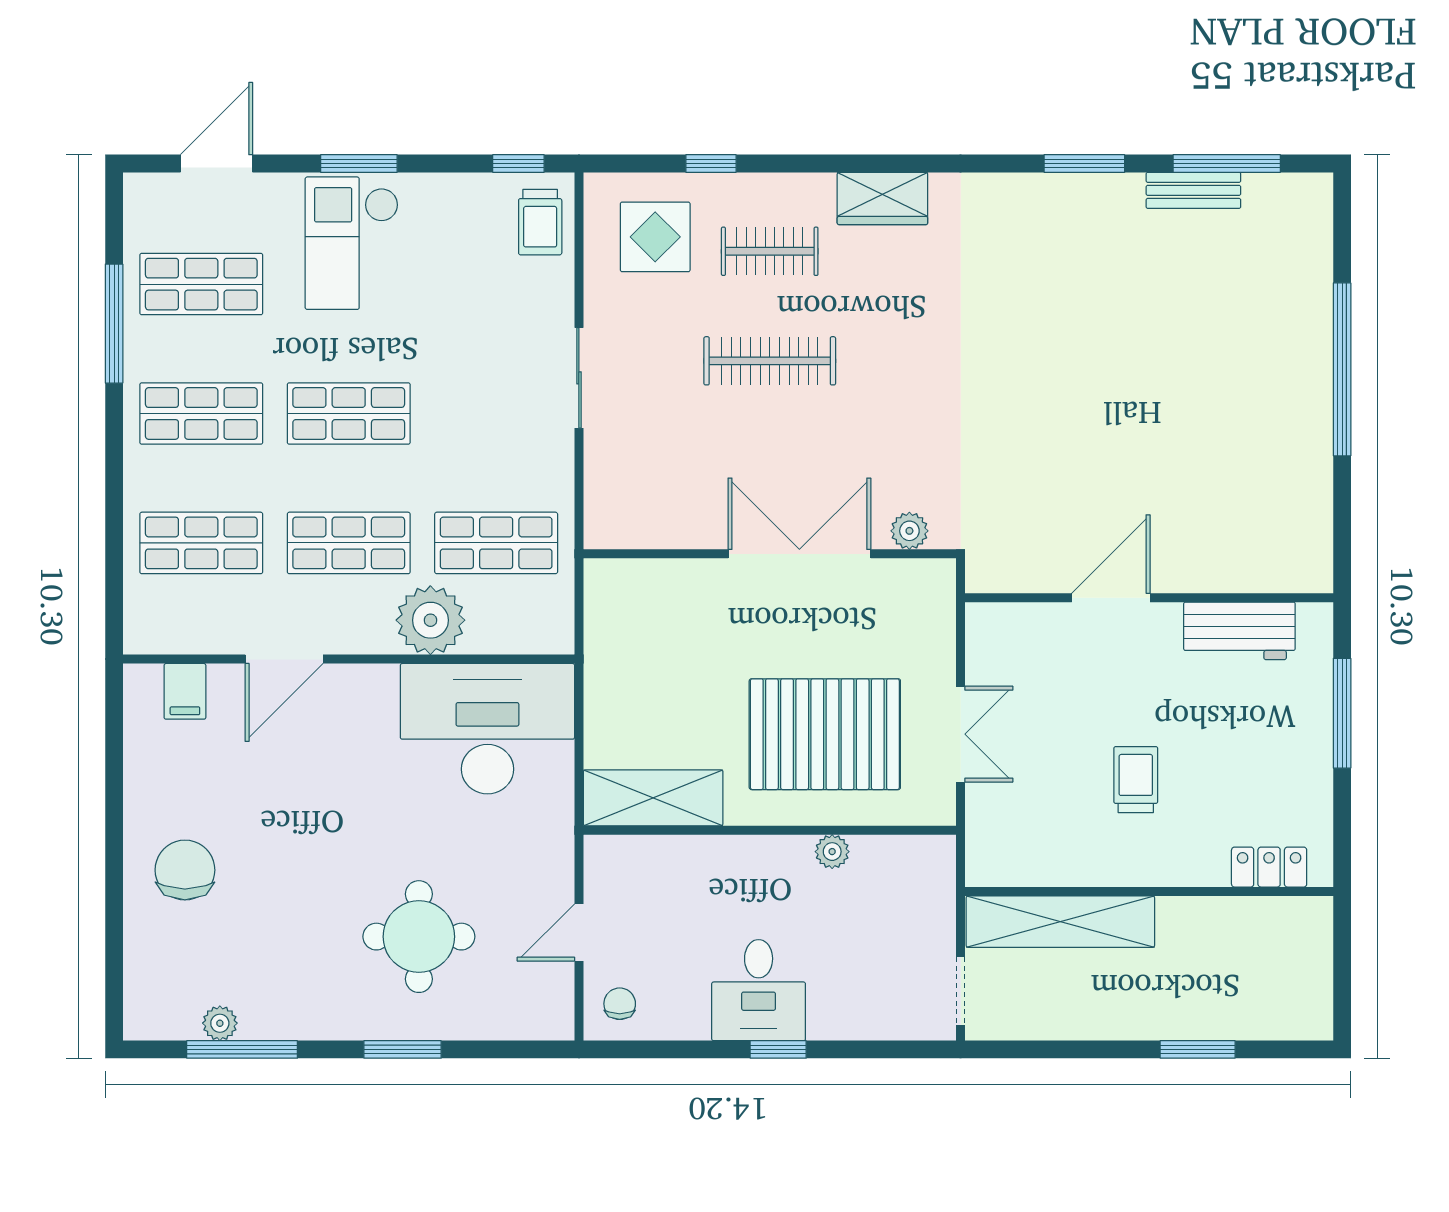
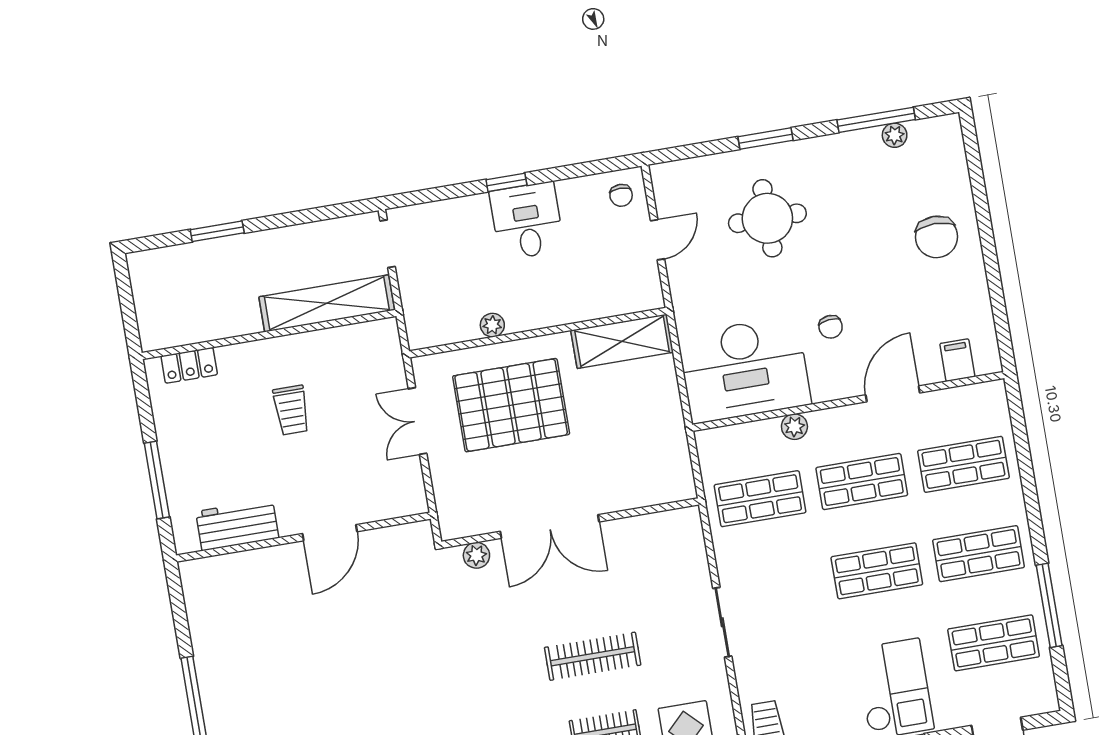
plant: (430, 620) -> (794, 427), width x0.53, depth x0.53
chair: (356, 768) -> (831, 327), added

